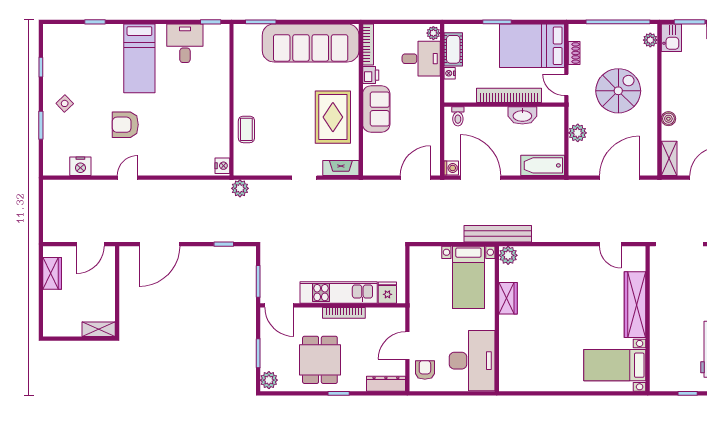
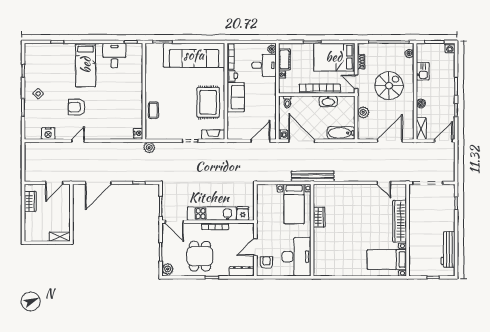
kitchen sink: (671, 38) -> (423, 71), moved
plant: (508, 255) -> (319, 190), removed

